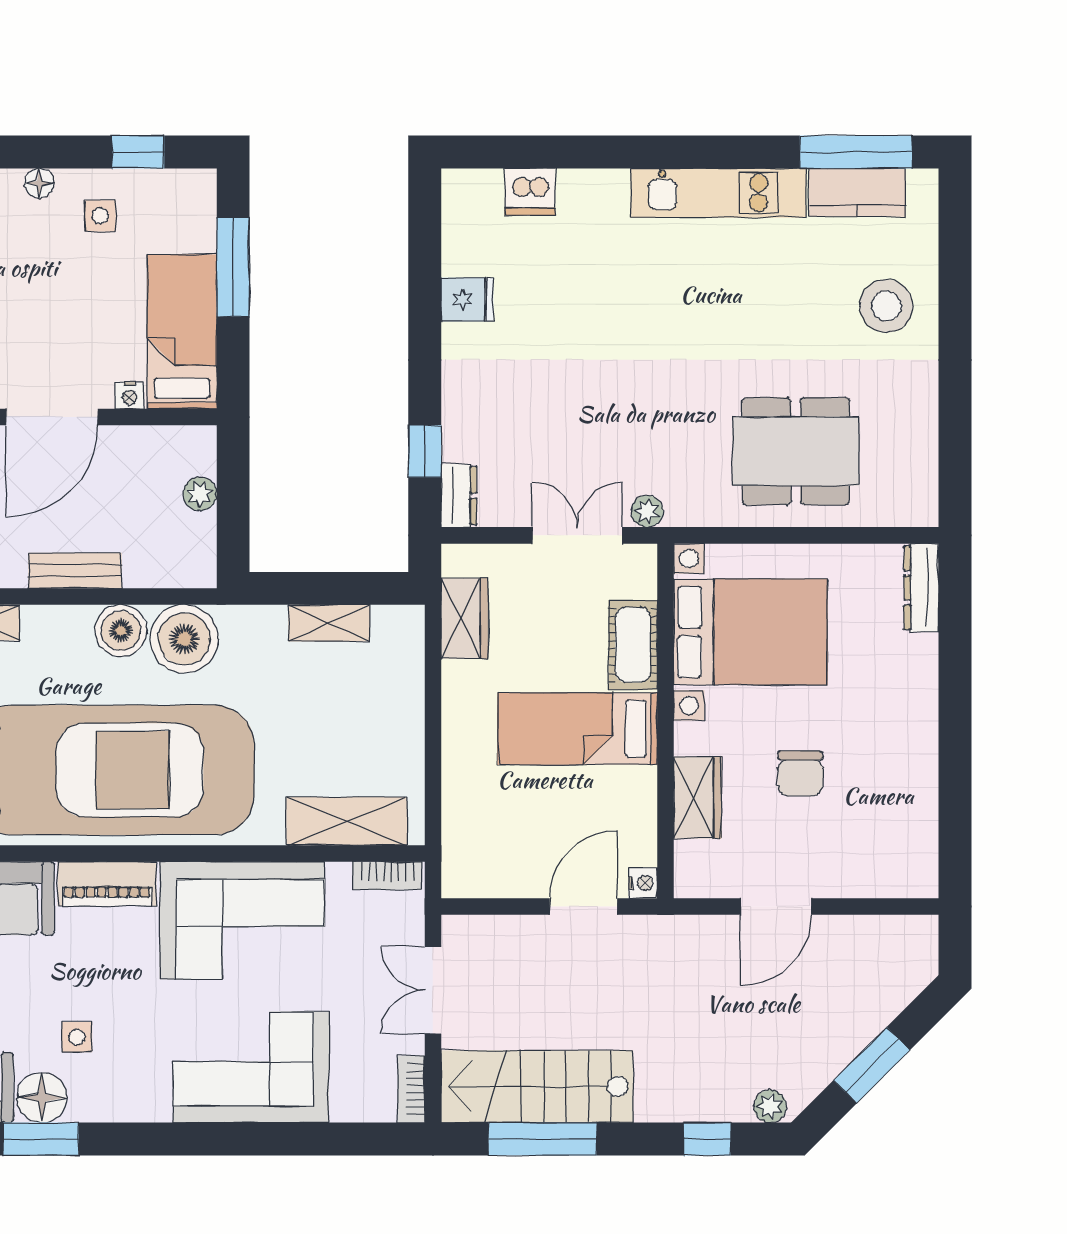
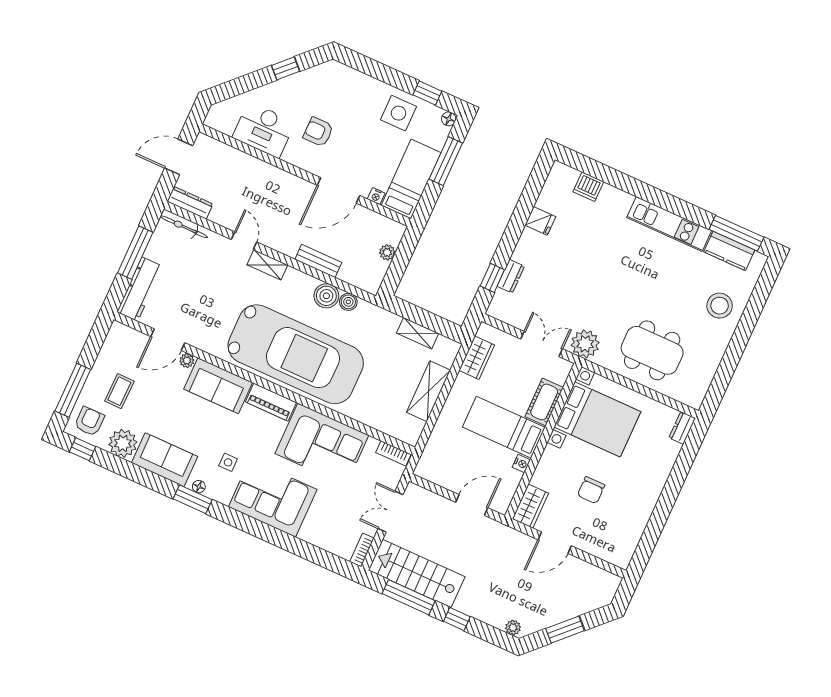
floor lamp: (39, 183) -> (449, 119), moved
side table: (100, 216) -> (399, 113), width x1.87, depth x1.87
dresser: (459, 496) -> (511, 276), moved
plant: (647, 511) -> (585, 344), width x1.88, depth x1.88
dresser: (921, 588) -> (682, 428), width x0.70
boiler: (184, 639) -> (348, 302), width x0.54, depth x0.54
wardrobe: (697, 798) -> (530, 506), moved
shelving: (347, 821) -> (428, 391), moved, turned 90
nightstand: (643, 883) -> (521, 464), moved
corner sofa: (251, 1067) -> (273, 498), moved
floor lamp: (42, 1098) -> (199, 487), width x0.53, depth x0.53
window: (707, 1139) -> (457, 619), moved

